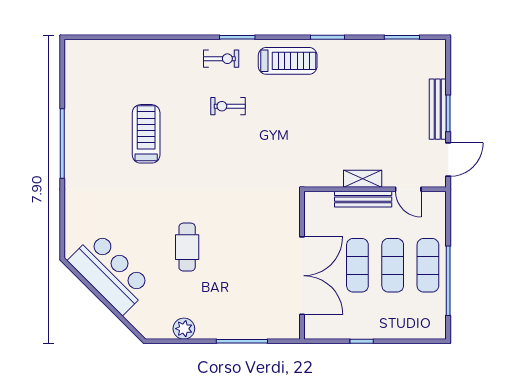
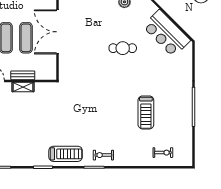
treadmill: (288, 61) -> (66, 154), turned 180
exercise bike: (228, 106) -> (163, 153), moved
bench: (363, 199) -> (23, 75), width x0.73
cafe table: (187, 247) -> (123, 48), turned 90

